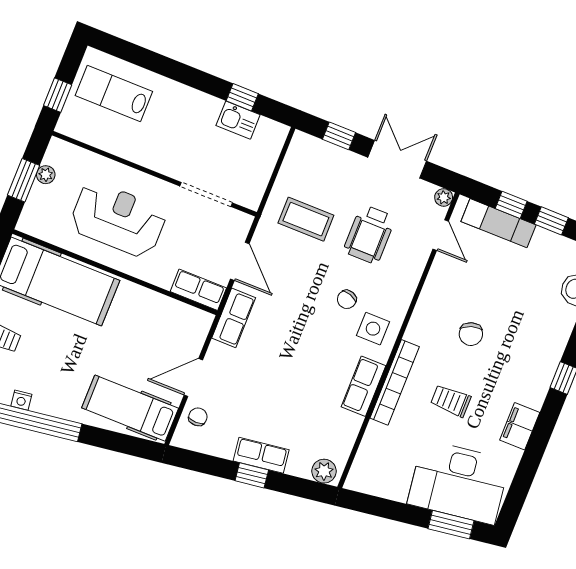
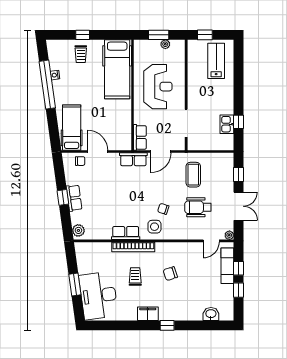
filing cabinet: (520, 426) -> (148, 314), moved
window: (451, 525) -> (75, 284), moved

